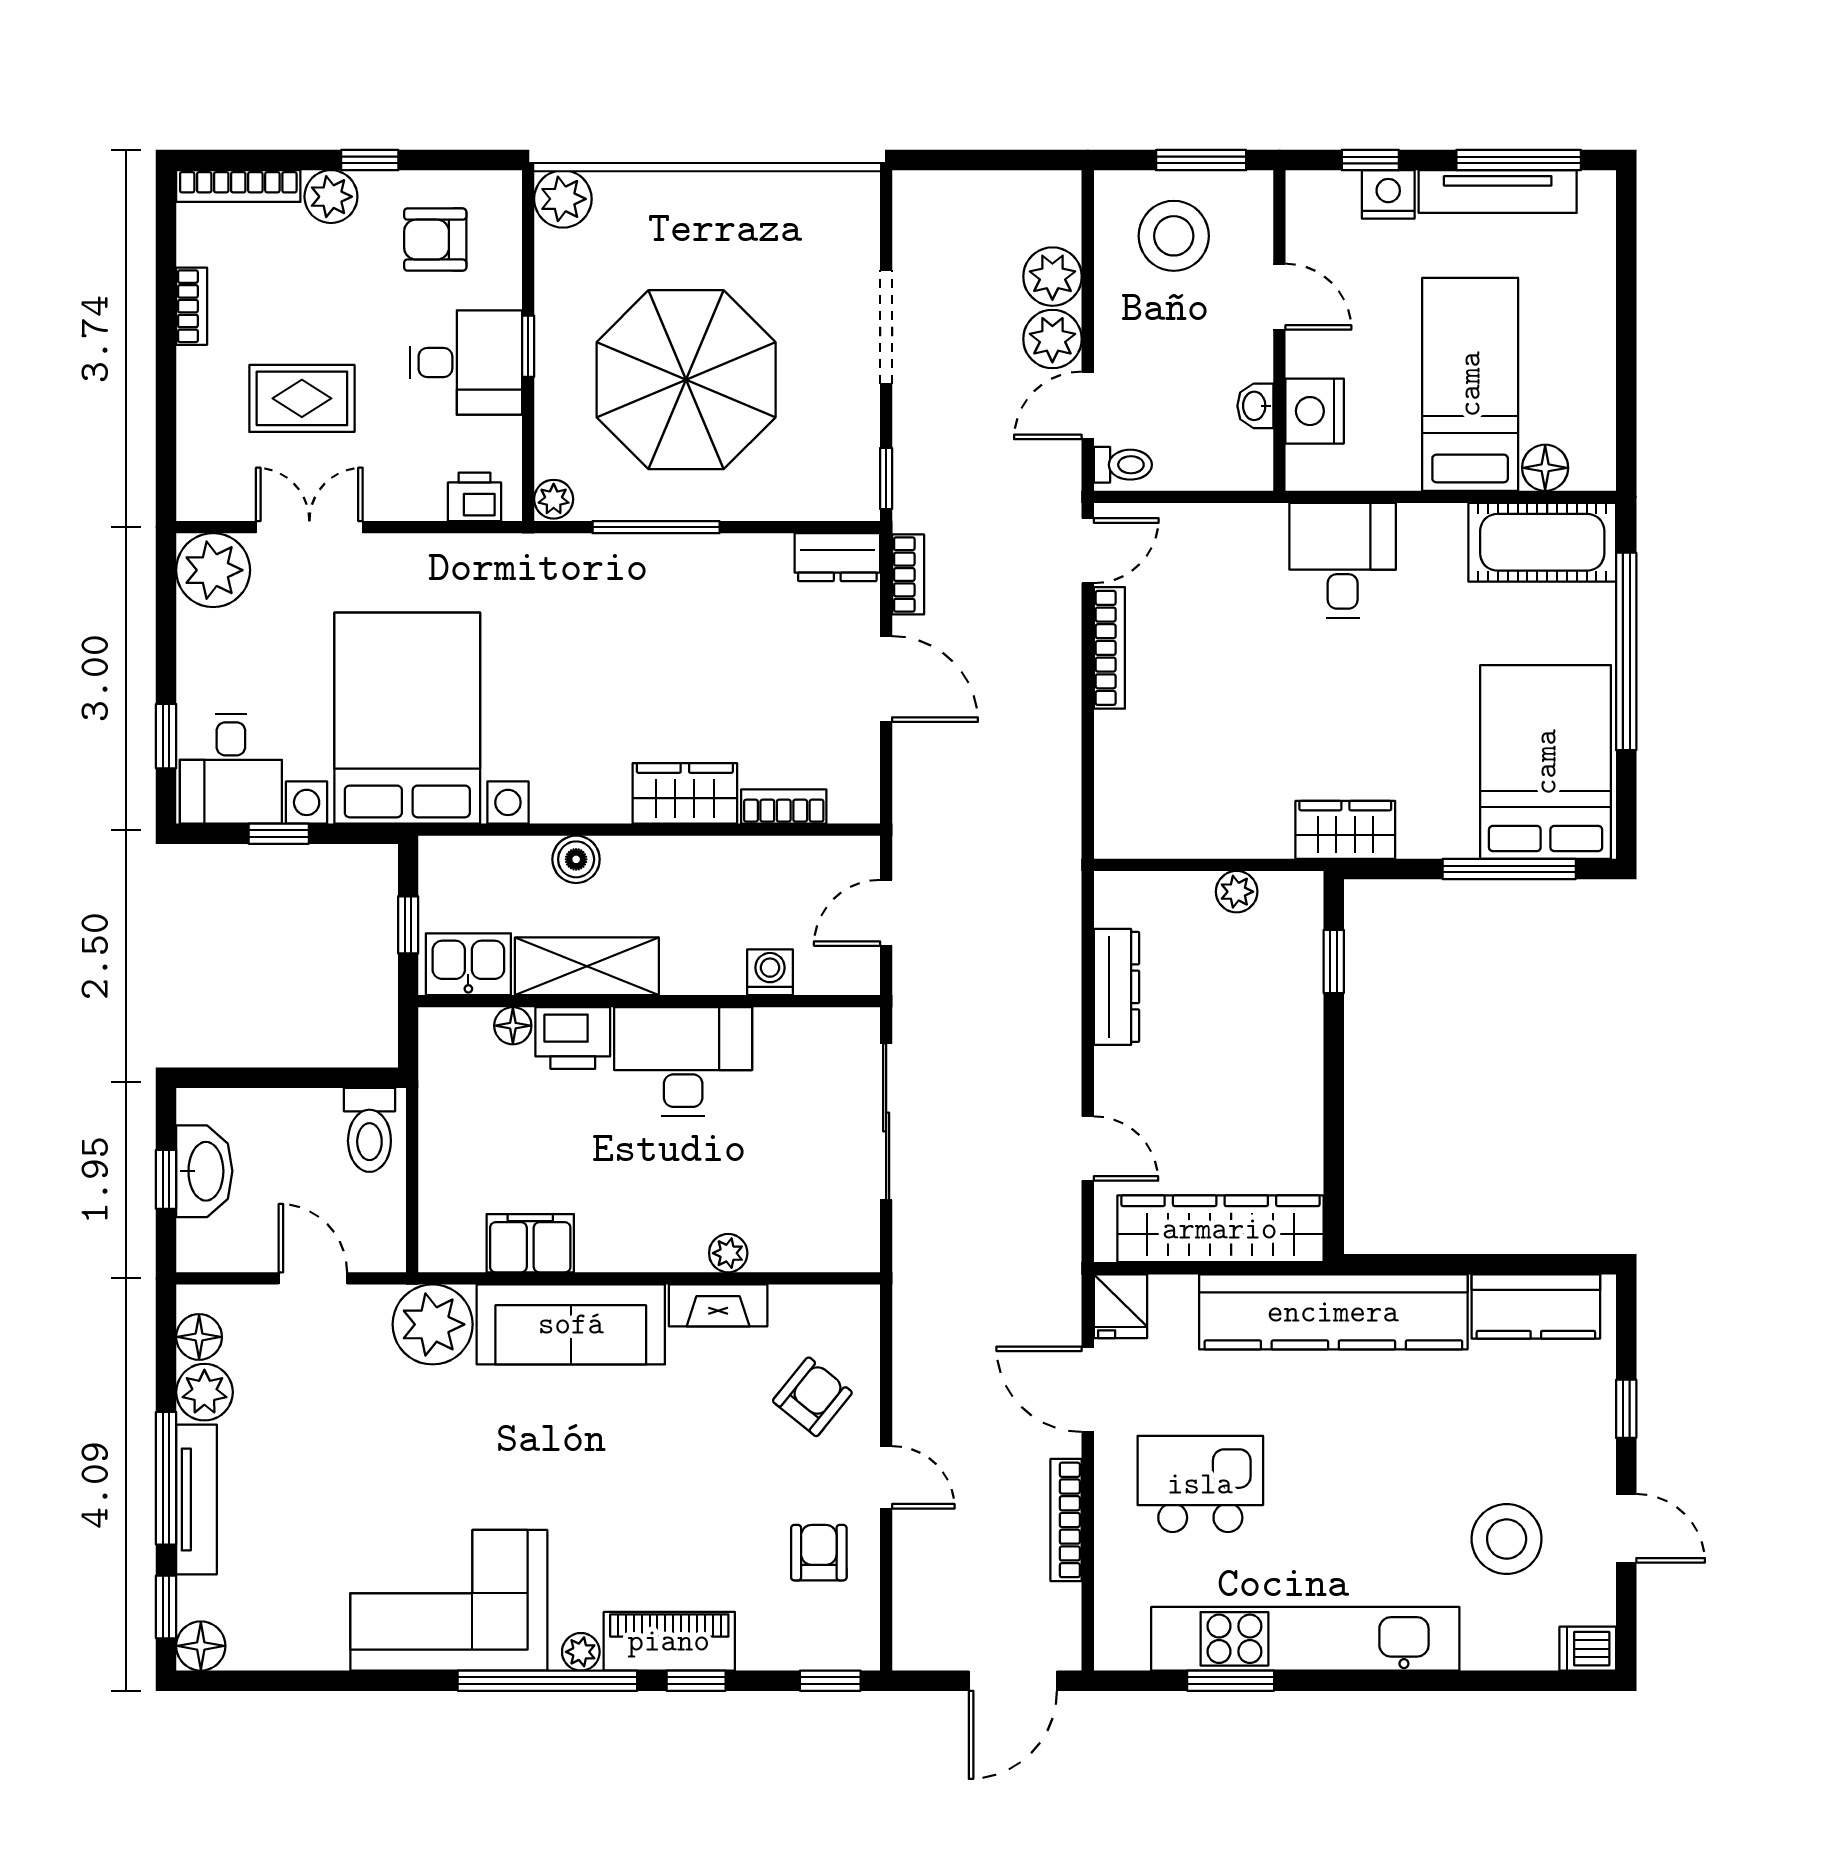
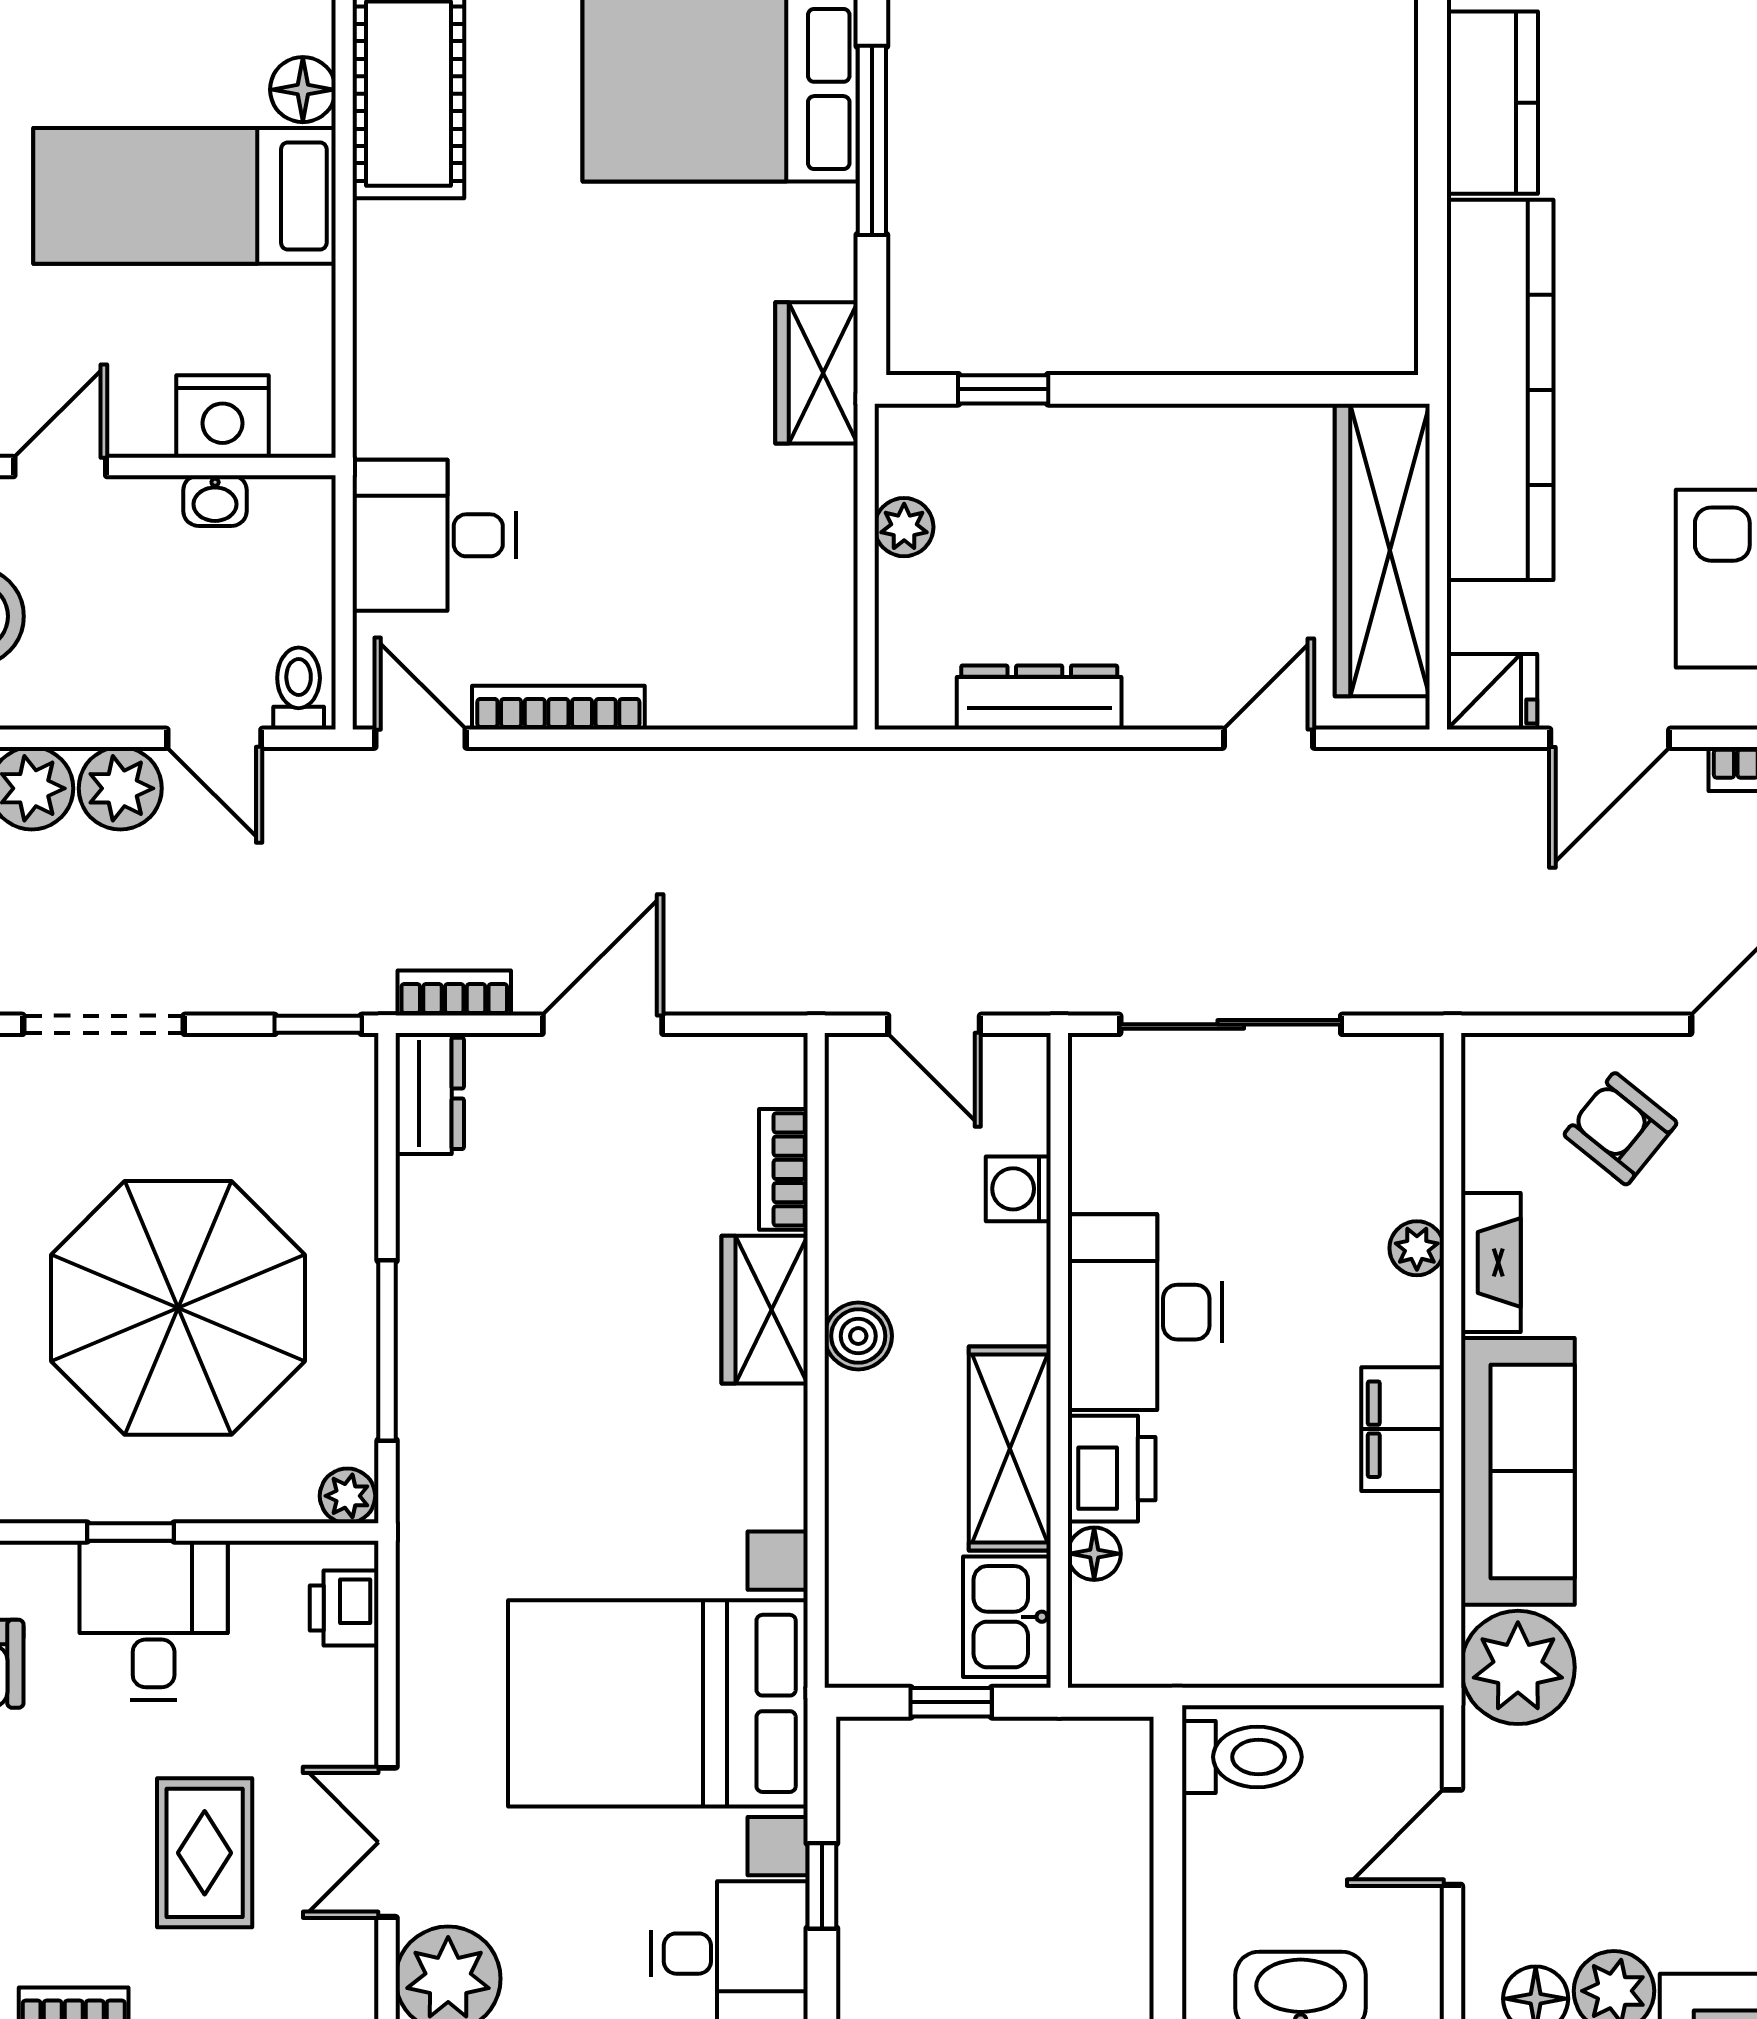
desk: (1343, 560) -> (434, 535), moved
boiler: (576, 859) -> (858, 1336), moved
filing cabinet: (530, 1243) -> (1403, 1429), moved

